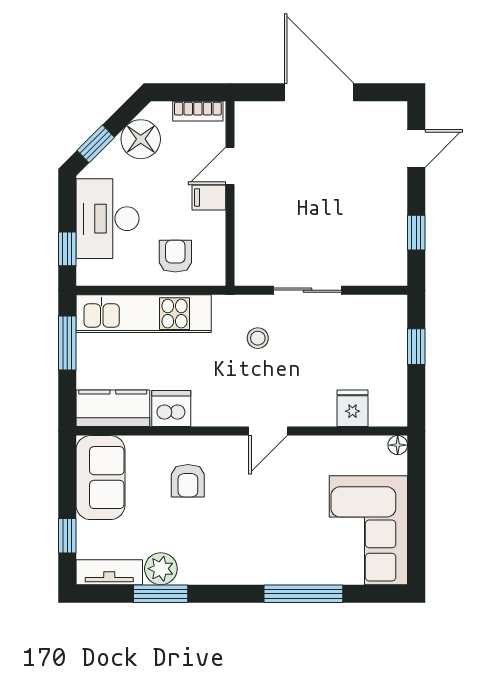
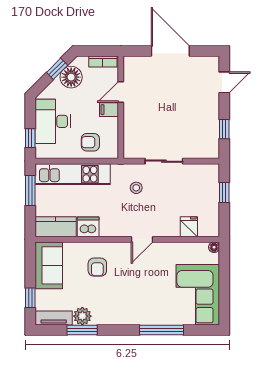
window: (96, 144) -> (57, 69), moved
armchair: (175, 256) -> (90, 142), turned -90

